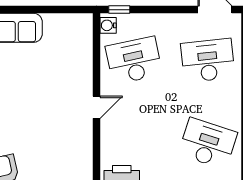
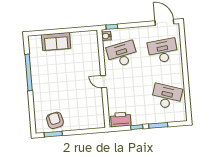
door: (97, 107) -> (104, 82), swing flipped

